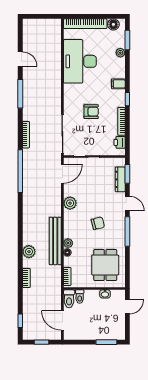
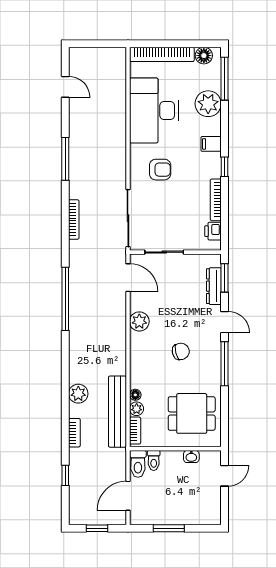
window: (127, 40) -> (225, 79), width x1.44
plant: (120, 53) -> (208, 104), width x1.88, depth x1.88
door: (20, 59) -> (65, 87), moved
armchair: (91, 112) -> (160, 170), moved
window: (20, 171) -> (65, 299), moved
door: (62, 174) -> (128, 278), hinge flipped
bench: (55, 241) -> (117, 412), moved
plant: (68, 243) -> (137, 409), moved
dining table: (105, 265) -> (192, 413), turned 90
door: (62, 320) -> (128, 496), hinge flipped
window: (20, 321) -> (65, 475), moved
window: (106, 342) -> (169, 528), moved

